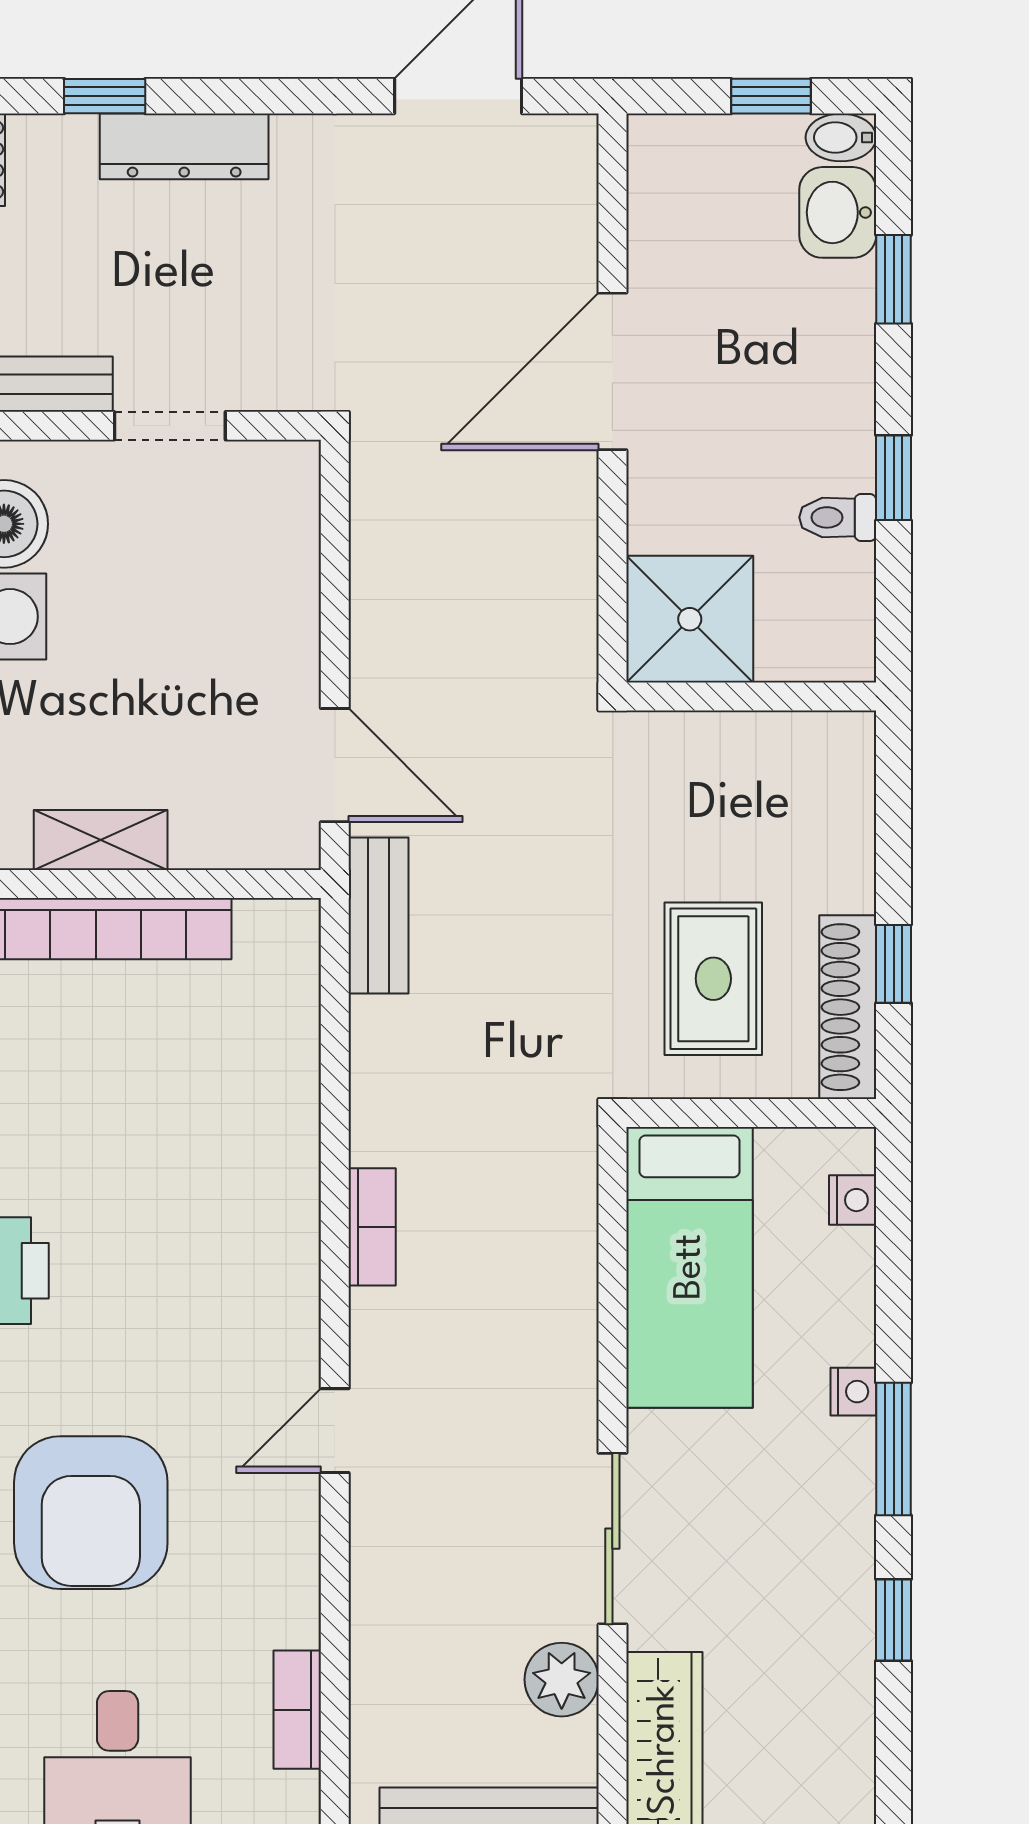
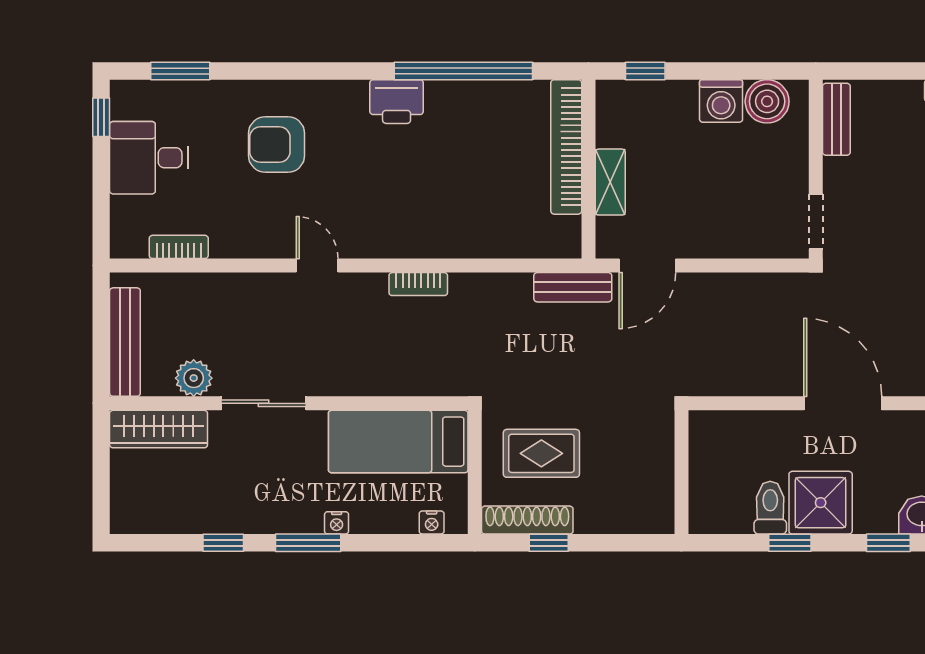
doorway: (170, 426) -> (816, 221), moved
toilet: (838, 517) -> (770, 508), width x1.37, depth x1.39
shower: (690, 619) -> (821, 503), moved
shelving: (101, 840) -> (610, 182), moved
armchair: (91, 1513) -> (277, 144), width x0.73, depth x0.73

